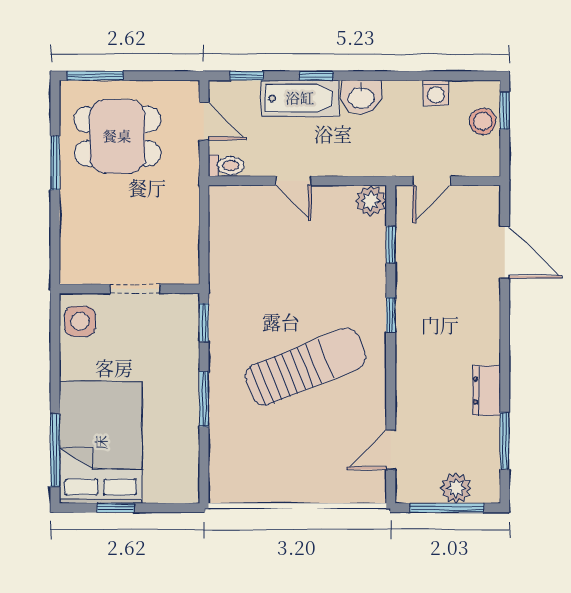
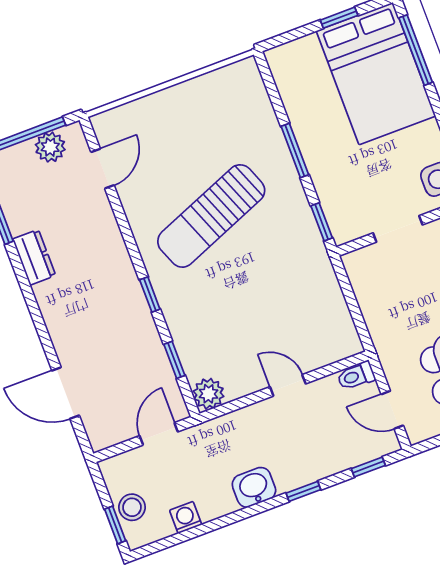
bathtub: (300, 98) -> (310, 465), removed
plant: (456, 488) -> (50, 147), moved

